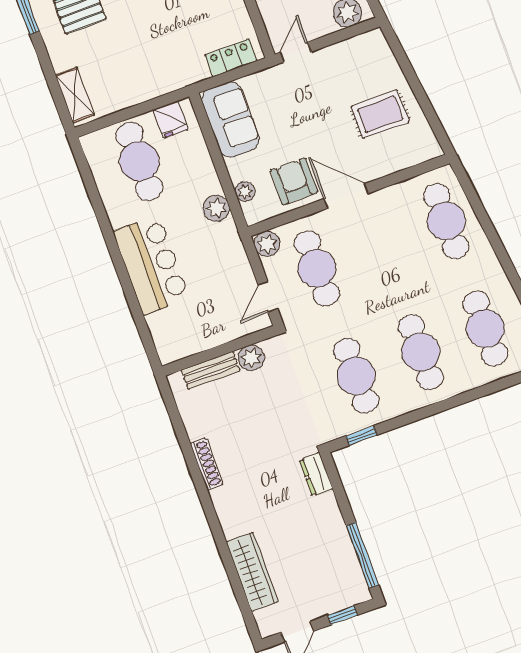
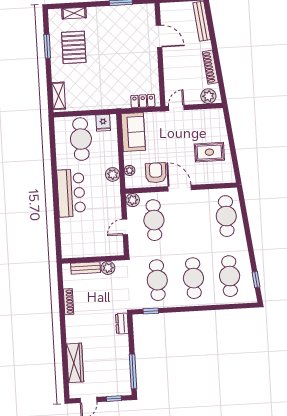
wall: (219, 351) -> (93, 259), moved
plant: (251, 358) -> (108, 268), moved
bench: (211, 370) -> (86, 268), moved

